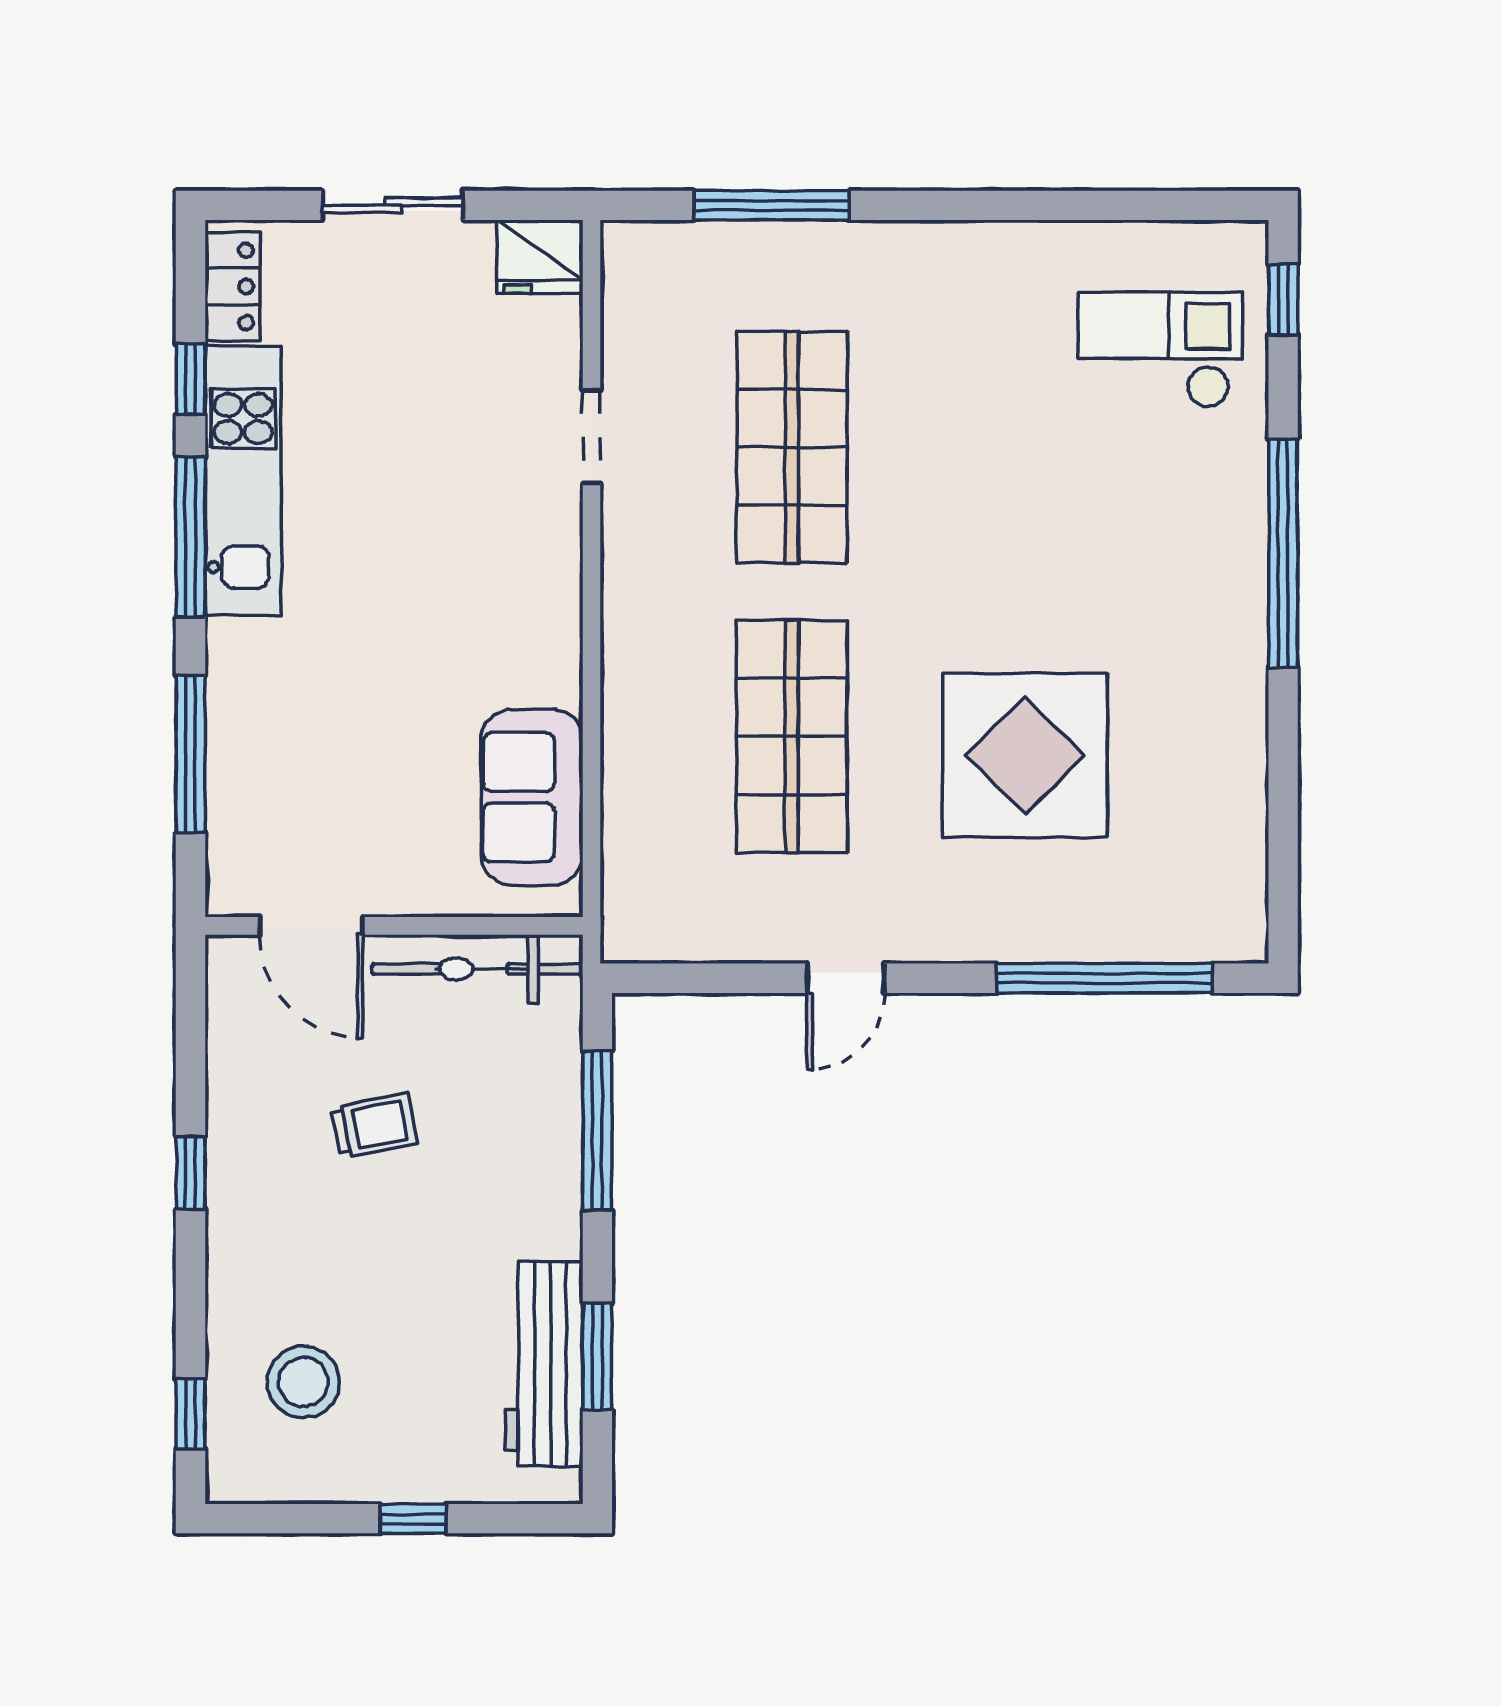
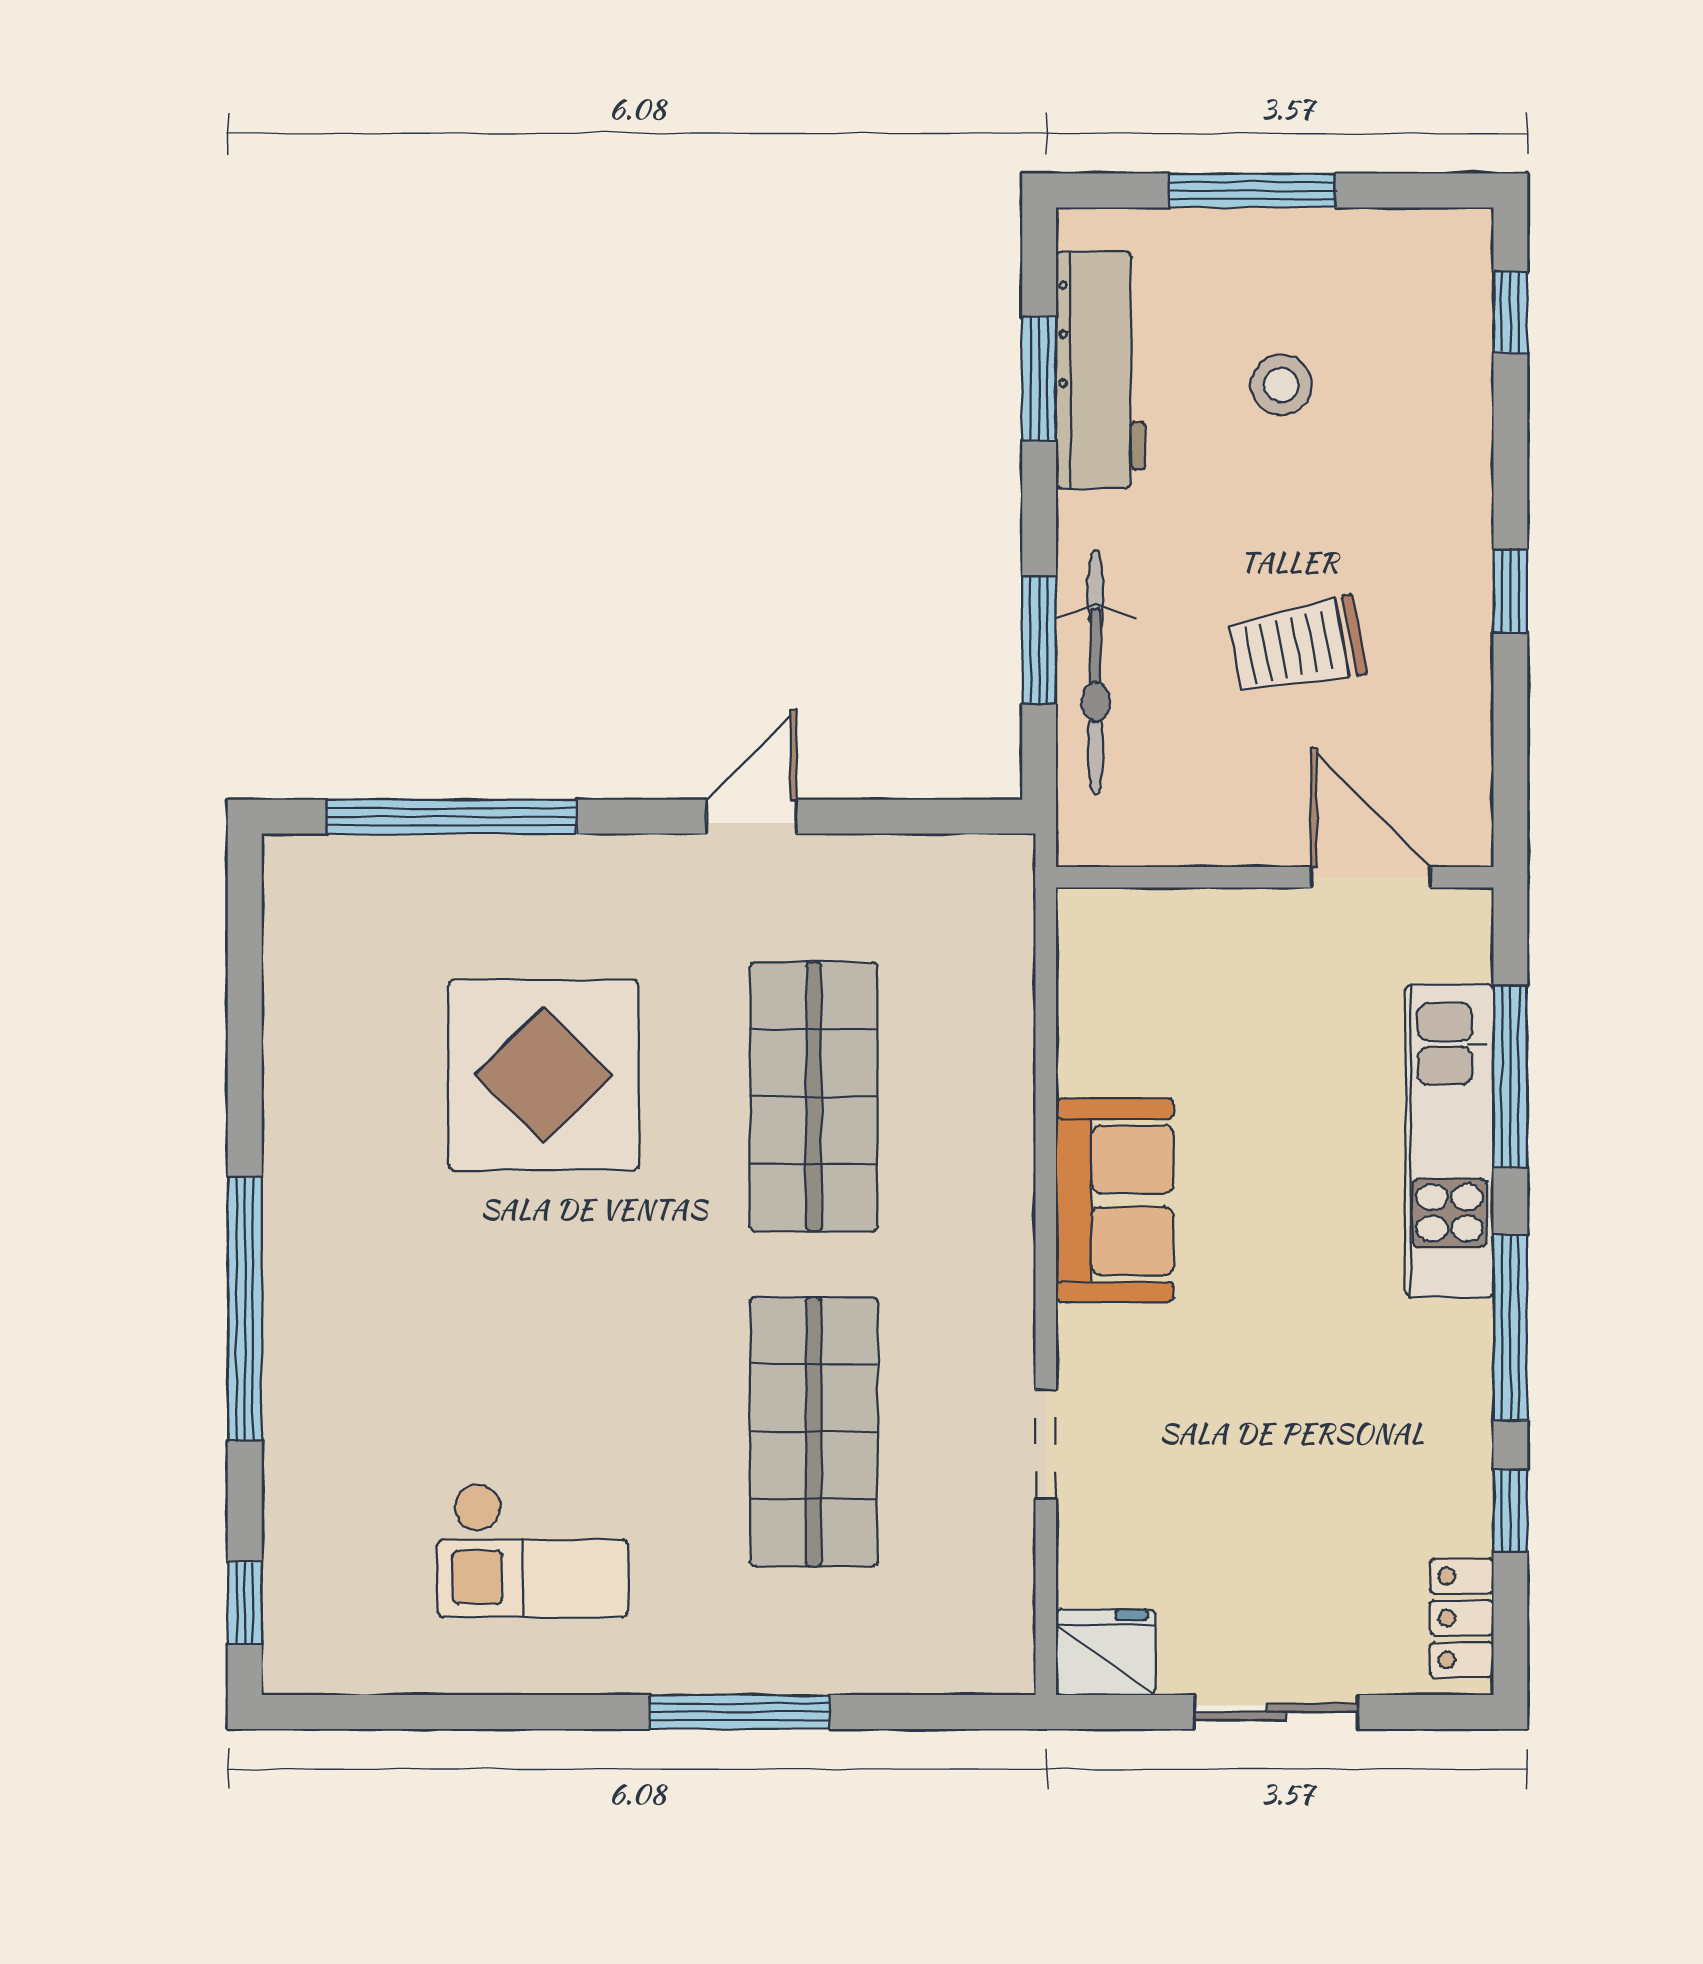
window: (771, 205) -> (740, 1712), moved
checkout: (1160, 350) -> (533, 1550), moved
kitchen unit: (243, 481) -> (1449, 1141), moved
sofa: (532, 797) -> (1115, 1200), moved
bicycle: (477, 969) -> (1096, 672), moved, turned 90
trolley: (374, 1126) -> (1297, 646), width x1.36, depth x1.39
window: (597, 1131) -> (1039, 640), width x0.69
stool: (303, 1382) -> (1281, 385), moved, width x0.73, depth x0.73
window: (413, 1519) -> (1252, 191), width x2.17

